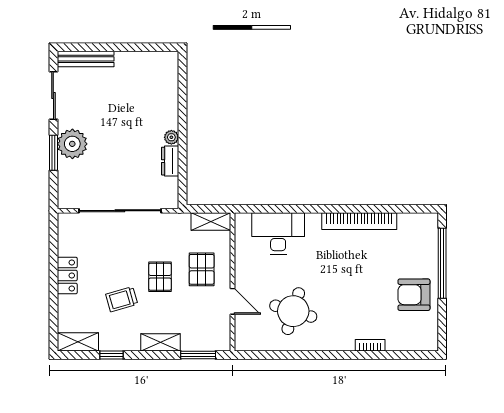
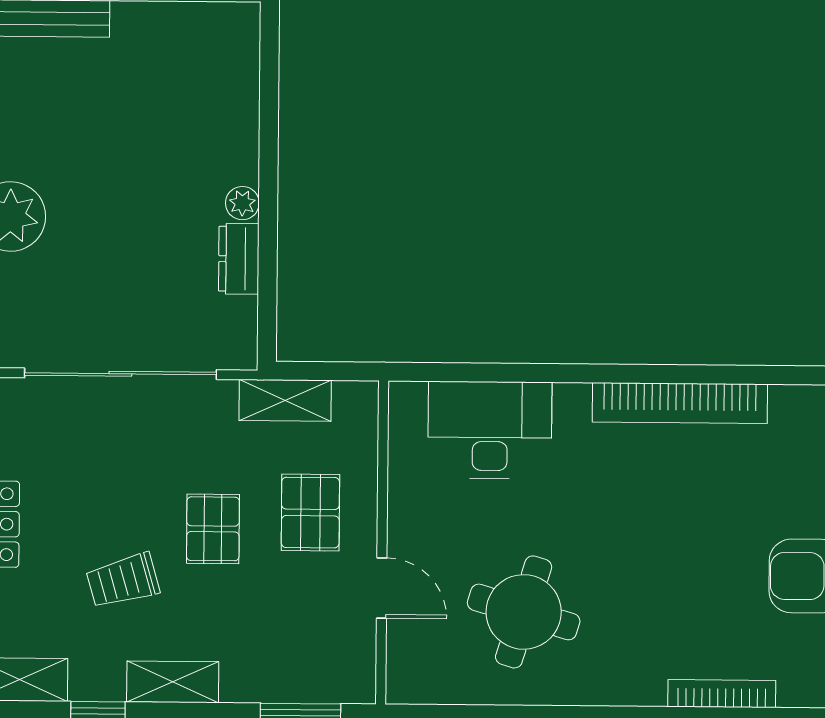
shelving: (211, 221) -> (285, 400), moved
shelving: (161, 342) -> (173, 682), moved
bookcase: (370, 345) -> (722, 694), width x1.56

